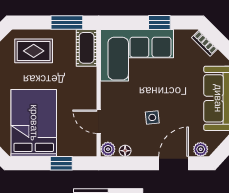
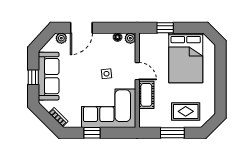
window: (67, 22) -> (172, 133), moved
cot: (87, 48) -> (146, 95), moved
side table: (152, 117) -> (107, 74), moved
door: (99, 122) -> (137, 71), moved

